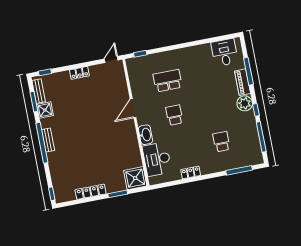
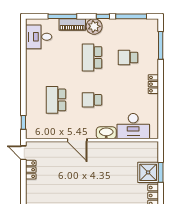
locker: (79, 73) -> (31, 170), moved
school desk: (215, 107) -> (92, 57), added
locker: (191, 173) -> (153, 84), moved
shower: (135, 178) -> (148, 172), moved

